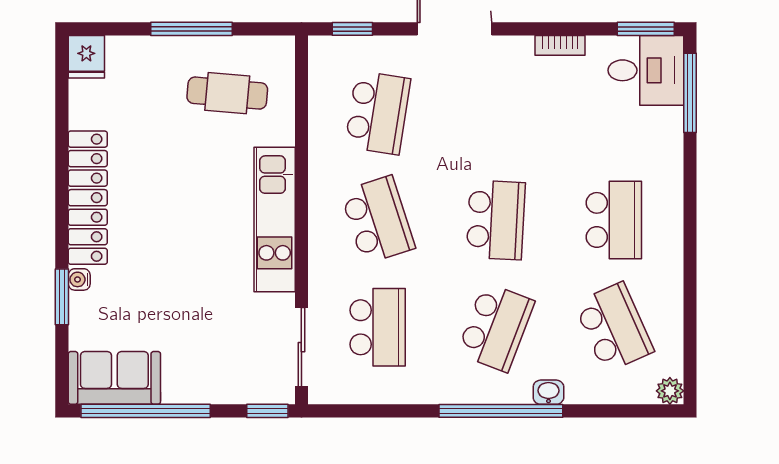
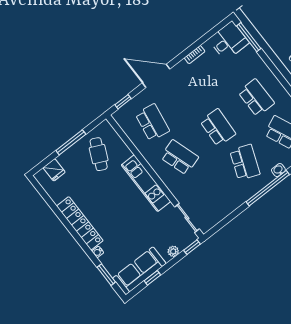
window: (646, 29) -> (218, 28), removed
fridge: (86, 57) -> (54, 170), moved
cafe table: (227, 93) -> (99, 154), turned -70
window: (62, 297) -> (106, 275), moved
school desk: (378, 327) -> (207, 192), removed
sofa: (114, 378) -> (139, 271), width x1.36
plant: (225, 391) -> (173, 251), added
window: (146, 411) -> (152, 278), width x0.32

